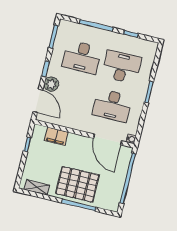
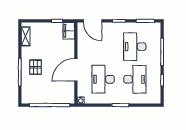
plant: (51, 84) -> (108, 28), removed
door: (38, 101) -> (93, 21), hinge flipped
filing cabinet: (56, 136) -> (69, 31), moved
door: (108, 140) -> (76, 70), moved
pallet: (77, 184) -> (36, 67), width x0.49, depth x0.50

